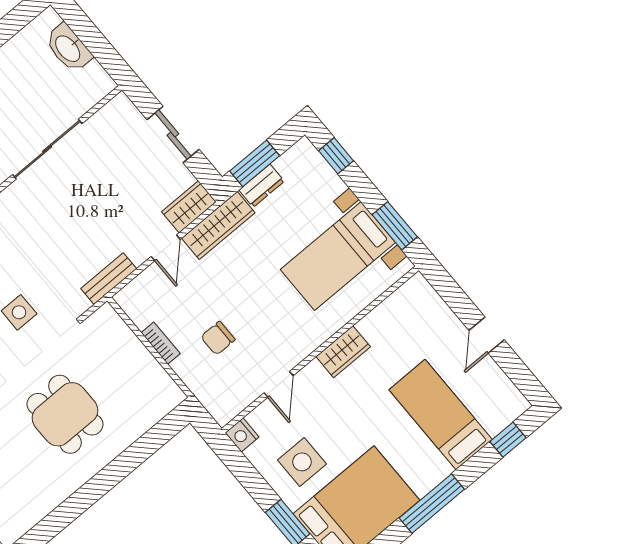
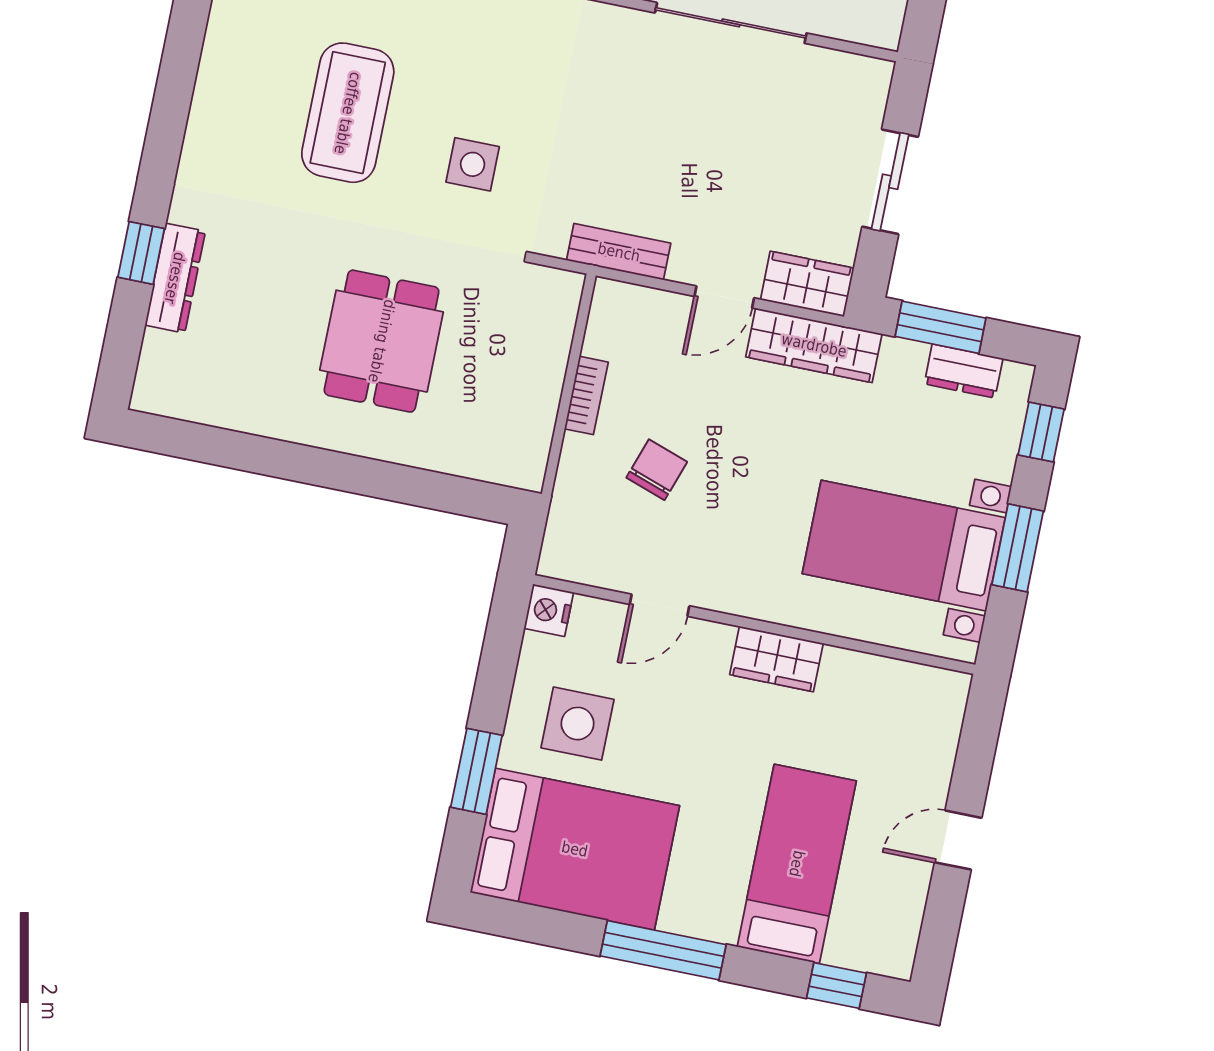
dresser: (262, 186) -> (964, 371), moved
window: (395, 226) -> (1018, 548), moved
chair: (218, 338) -> (657, 470), turned 109

